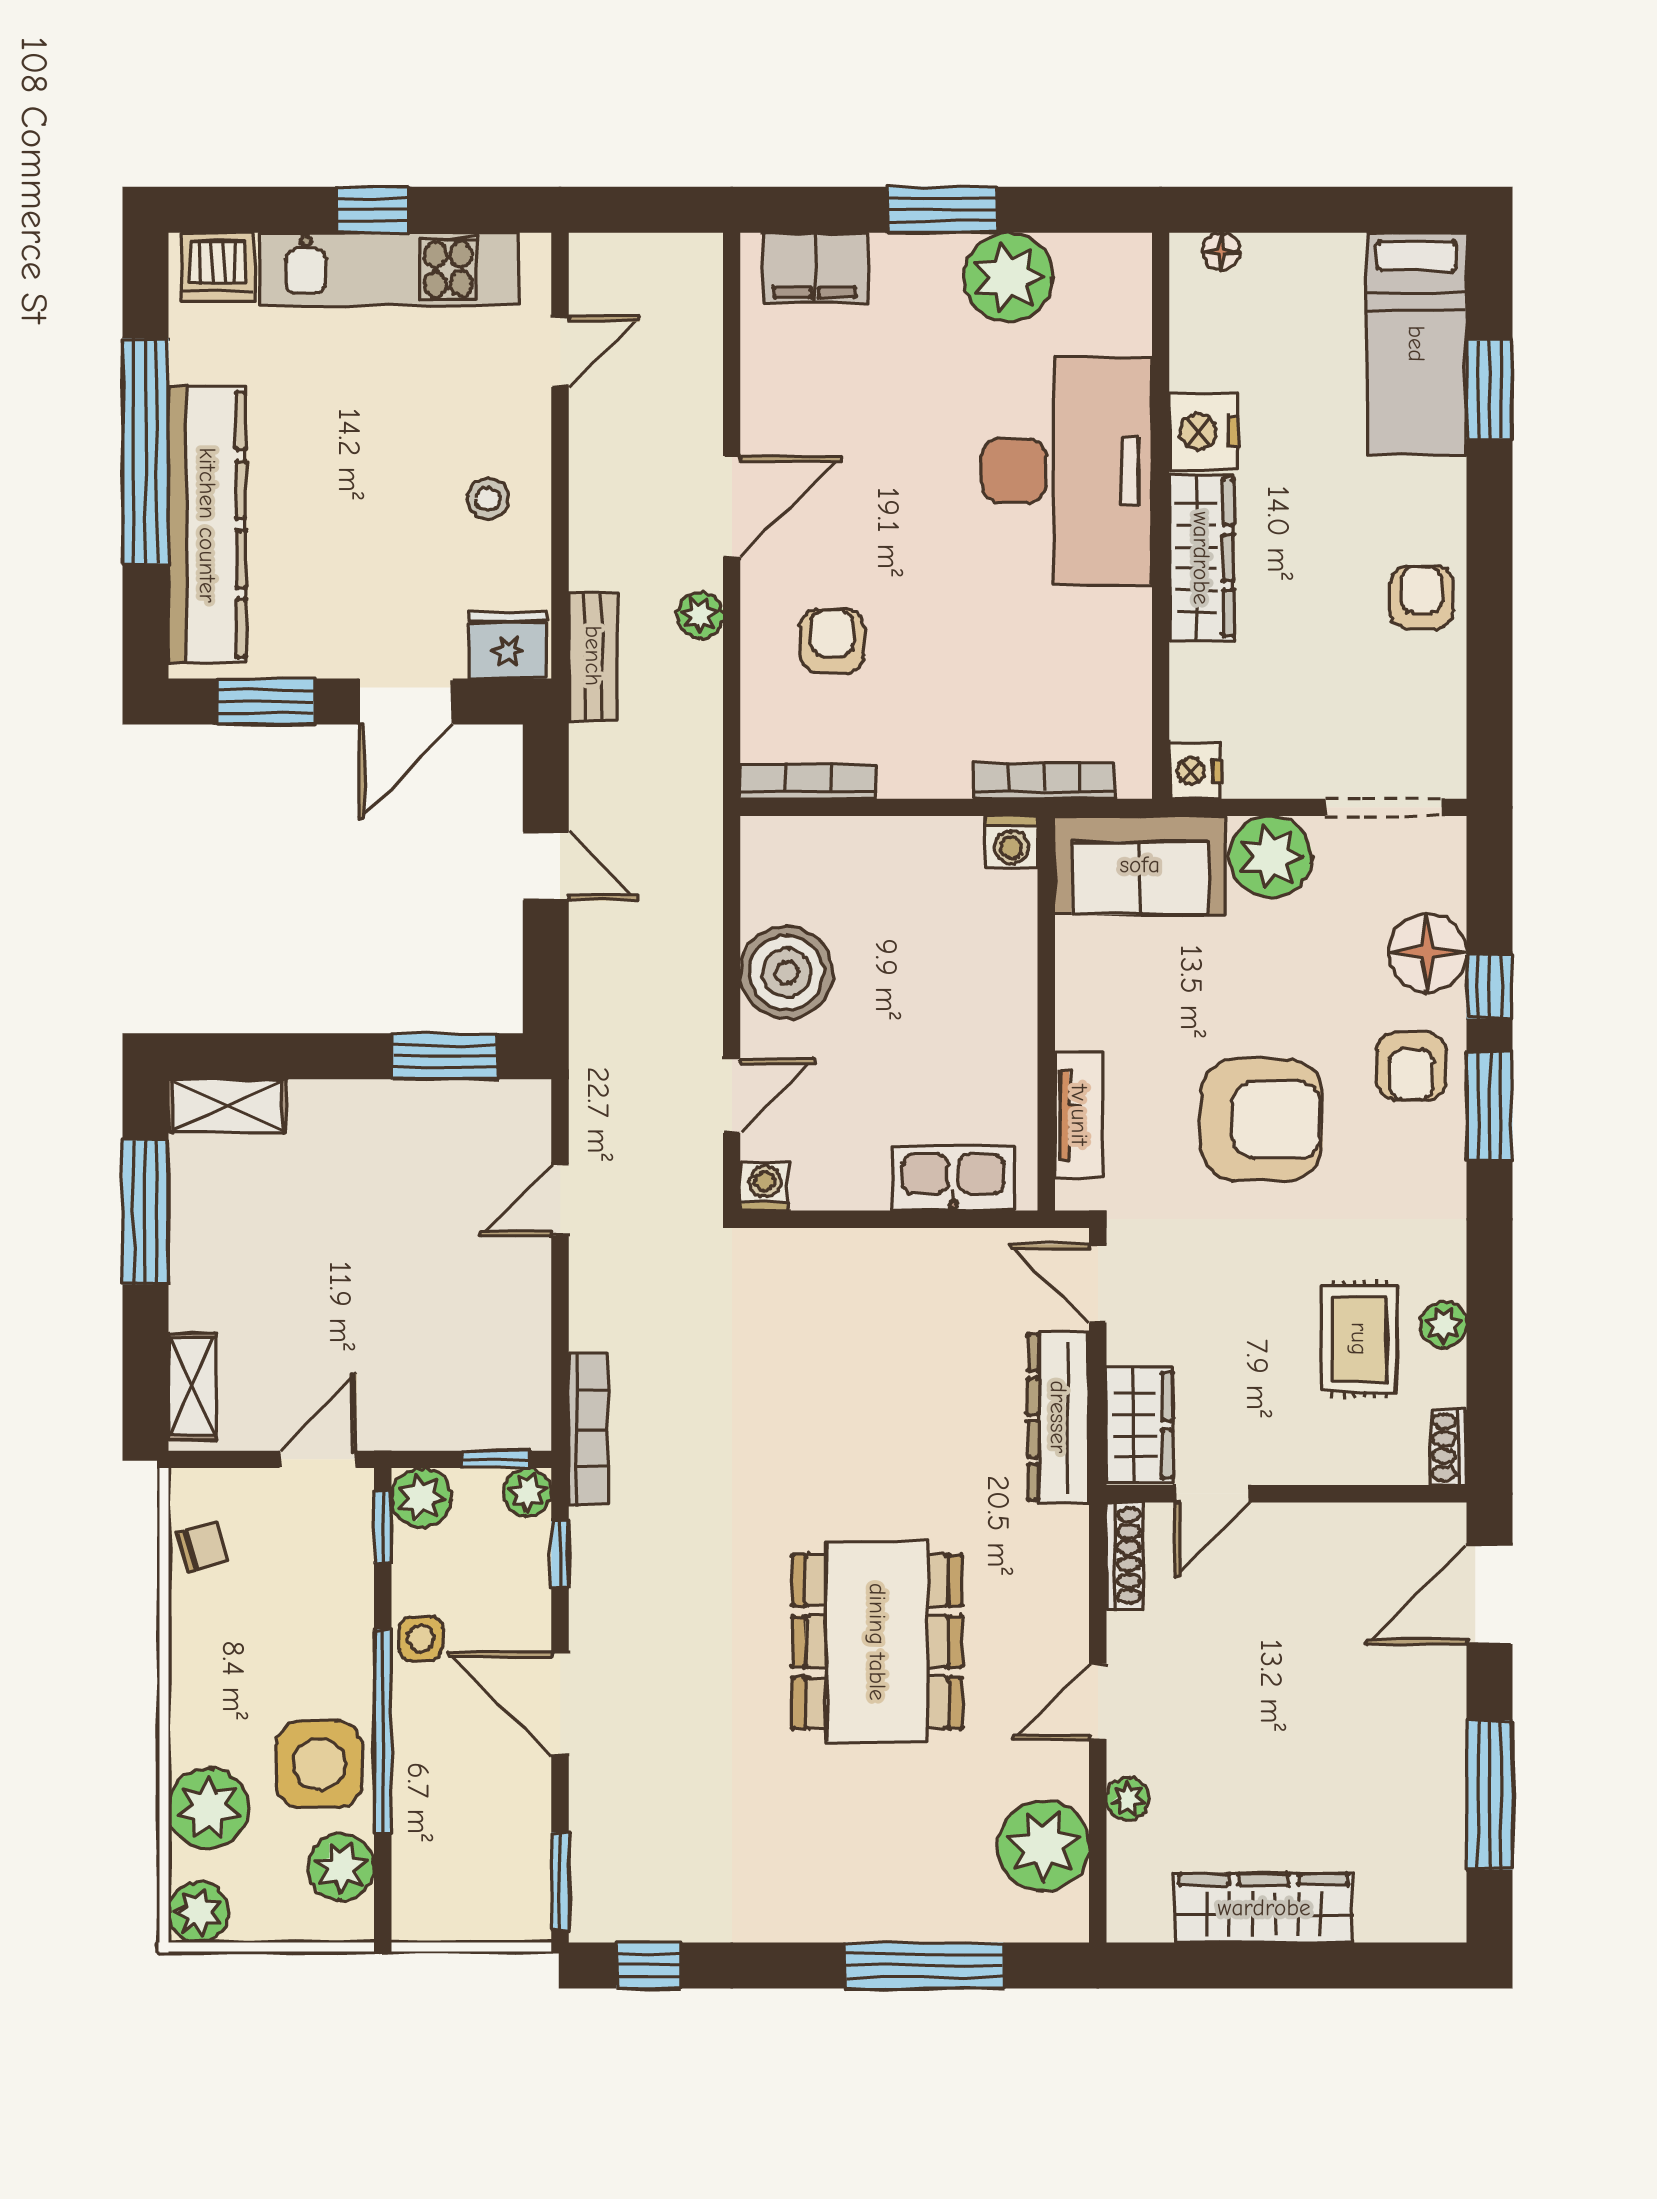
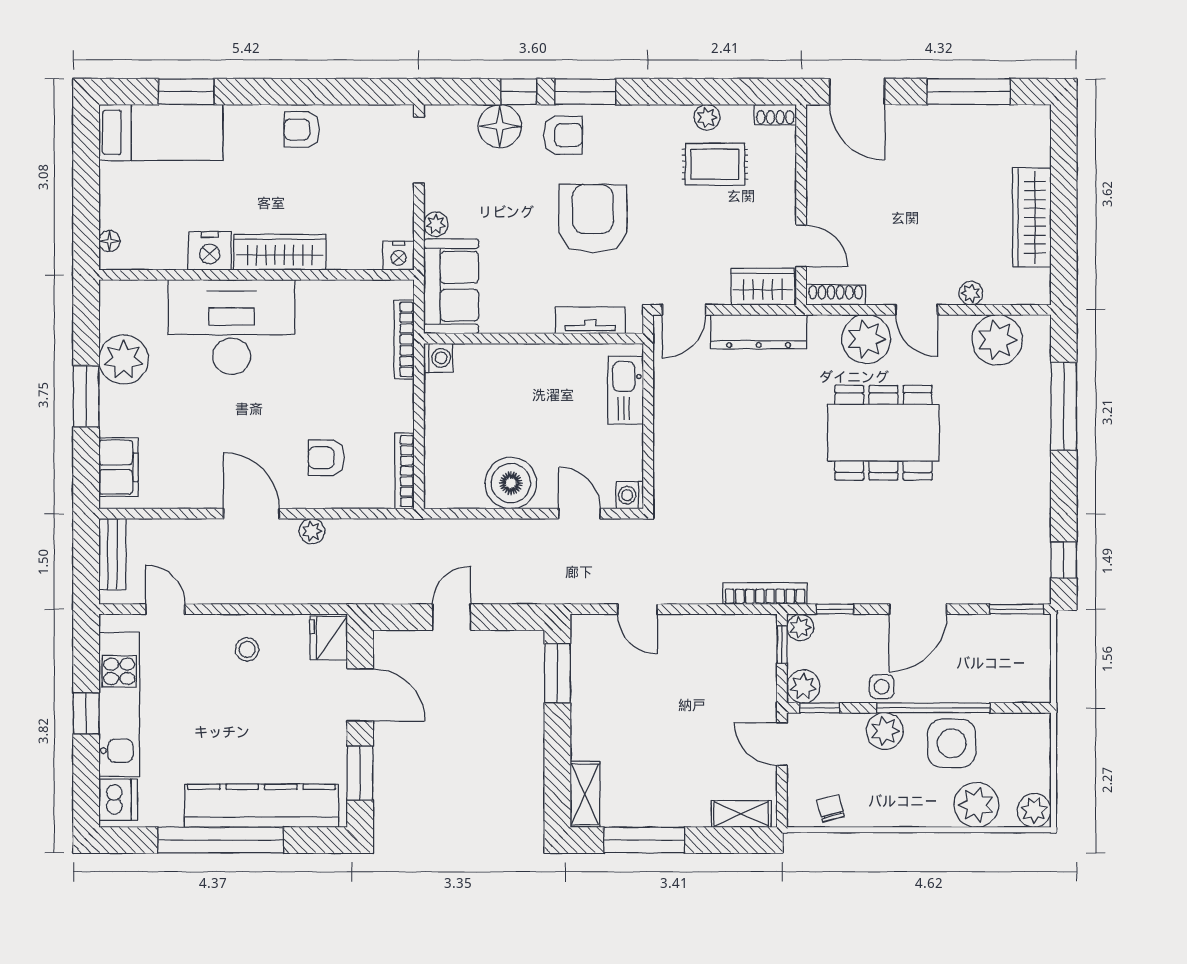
bench: (593, 656) -> (113, 554), moved, turned 90
plant: (1271, 857) -> (436, 224), width x0.53, depth x0.53
plant: (1045, 1611) -> (866, 339), added
plant: (341, 1867) -> (885, 731), moved

